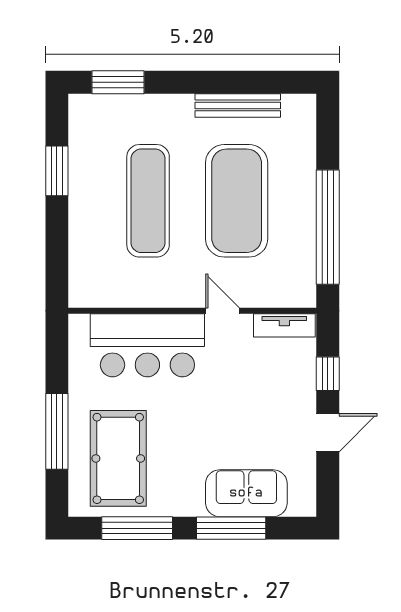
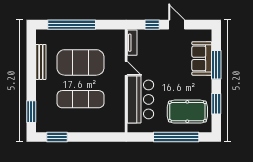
window: (57, 171) -> (57, 137), moved
window: (328, 227) -> (72, 25), moved
door: (222, 311) -> (126, 68), swing flipped
window: (57, 431) -> (176, 137), width x1.46
window: (137, 528) -> (216, 104), width x0.69

